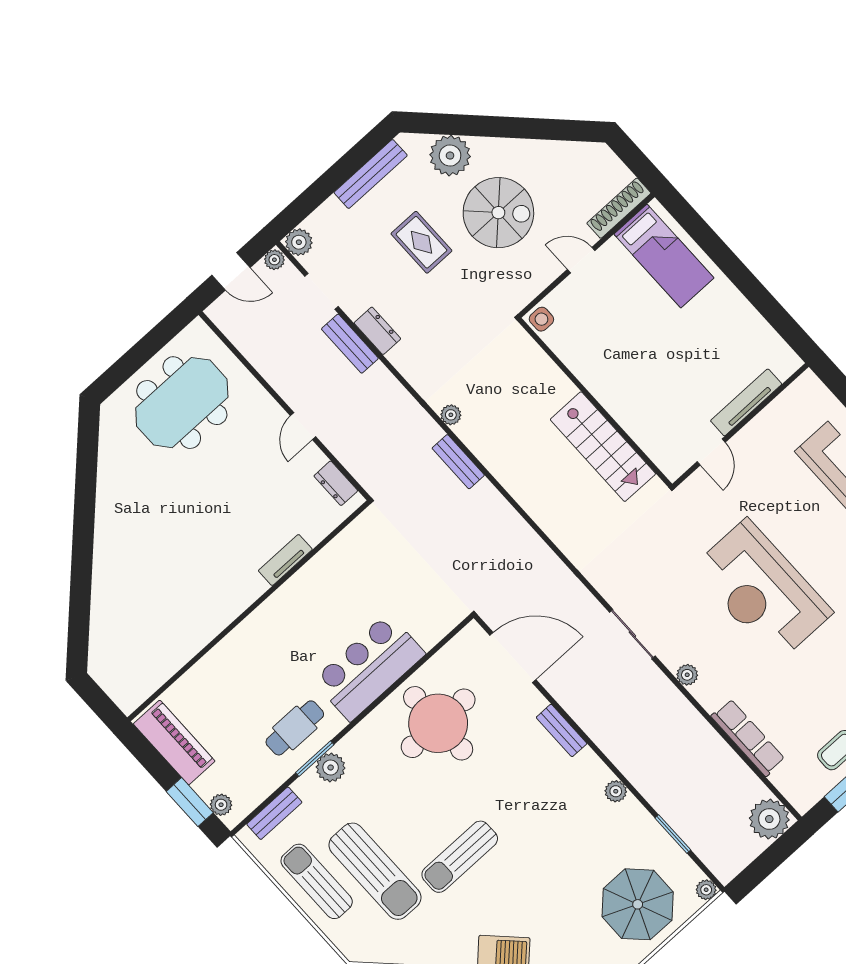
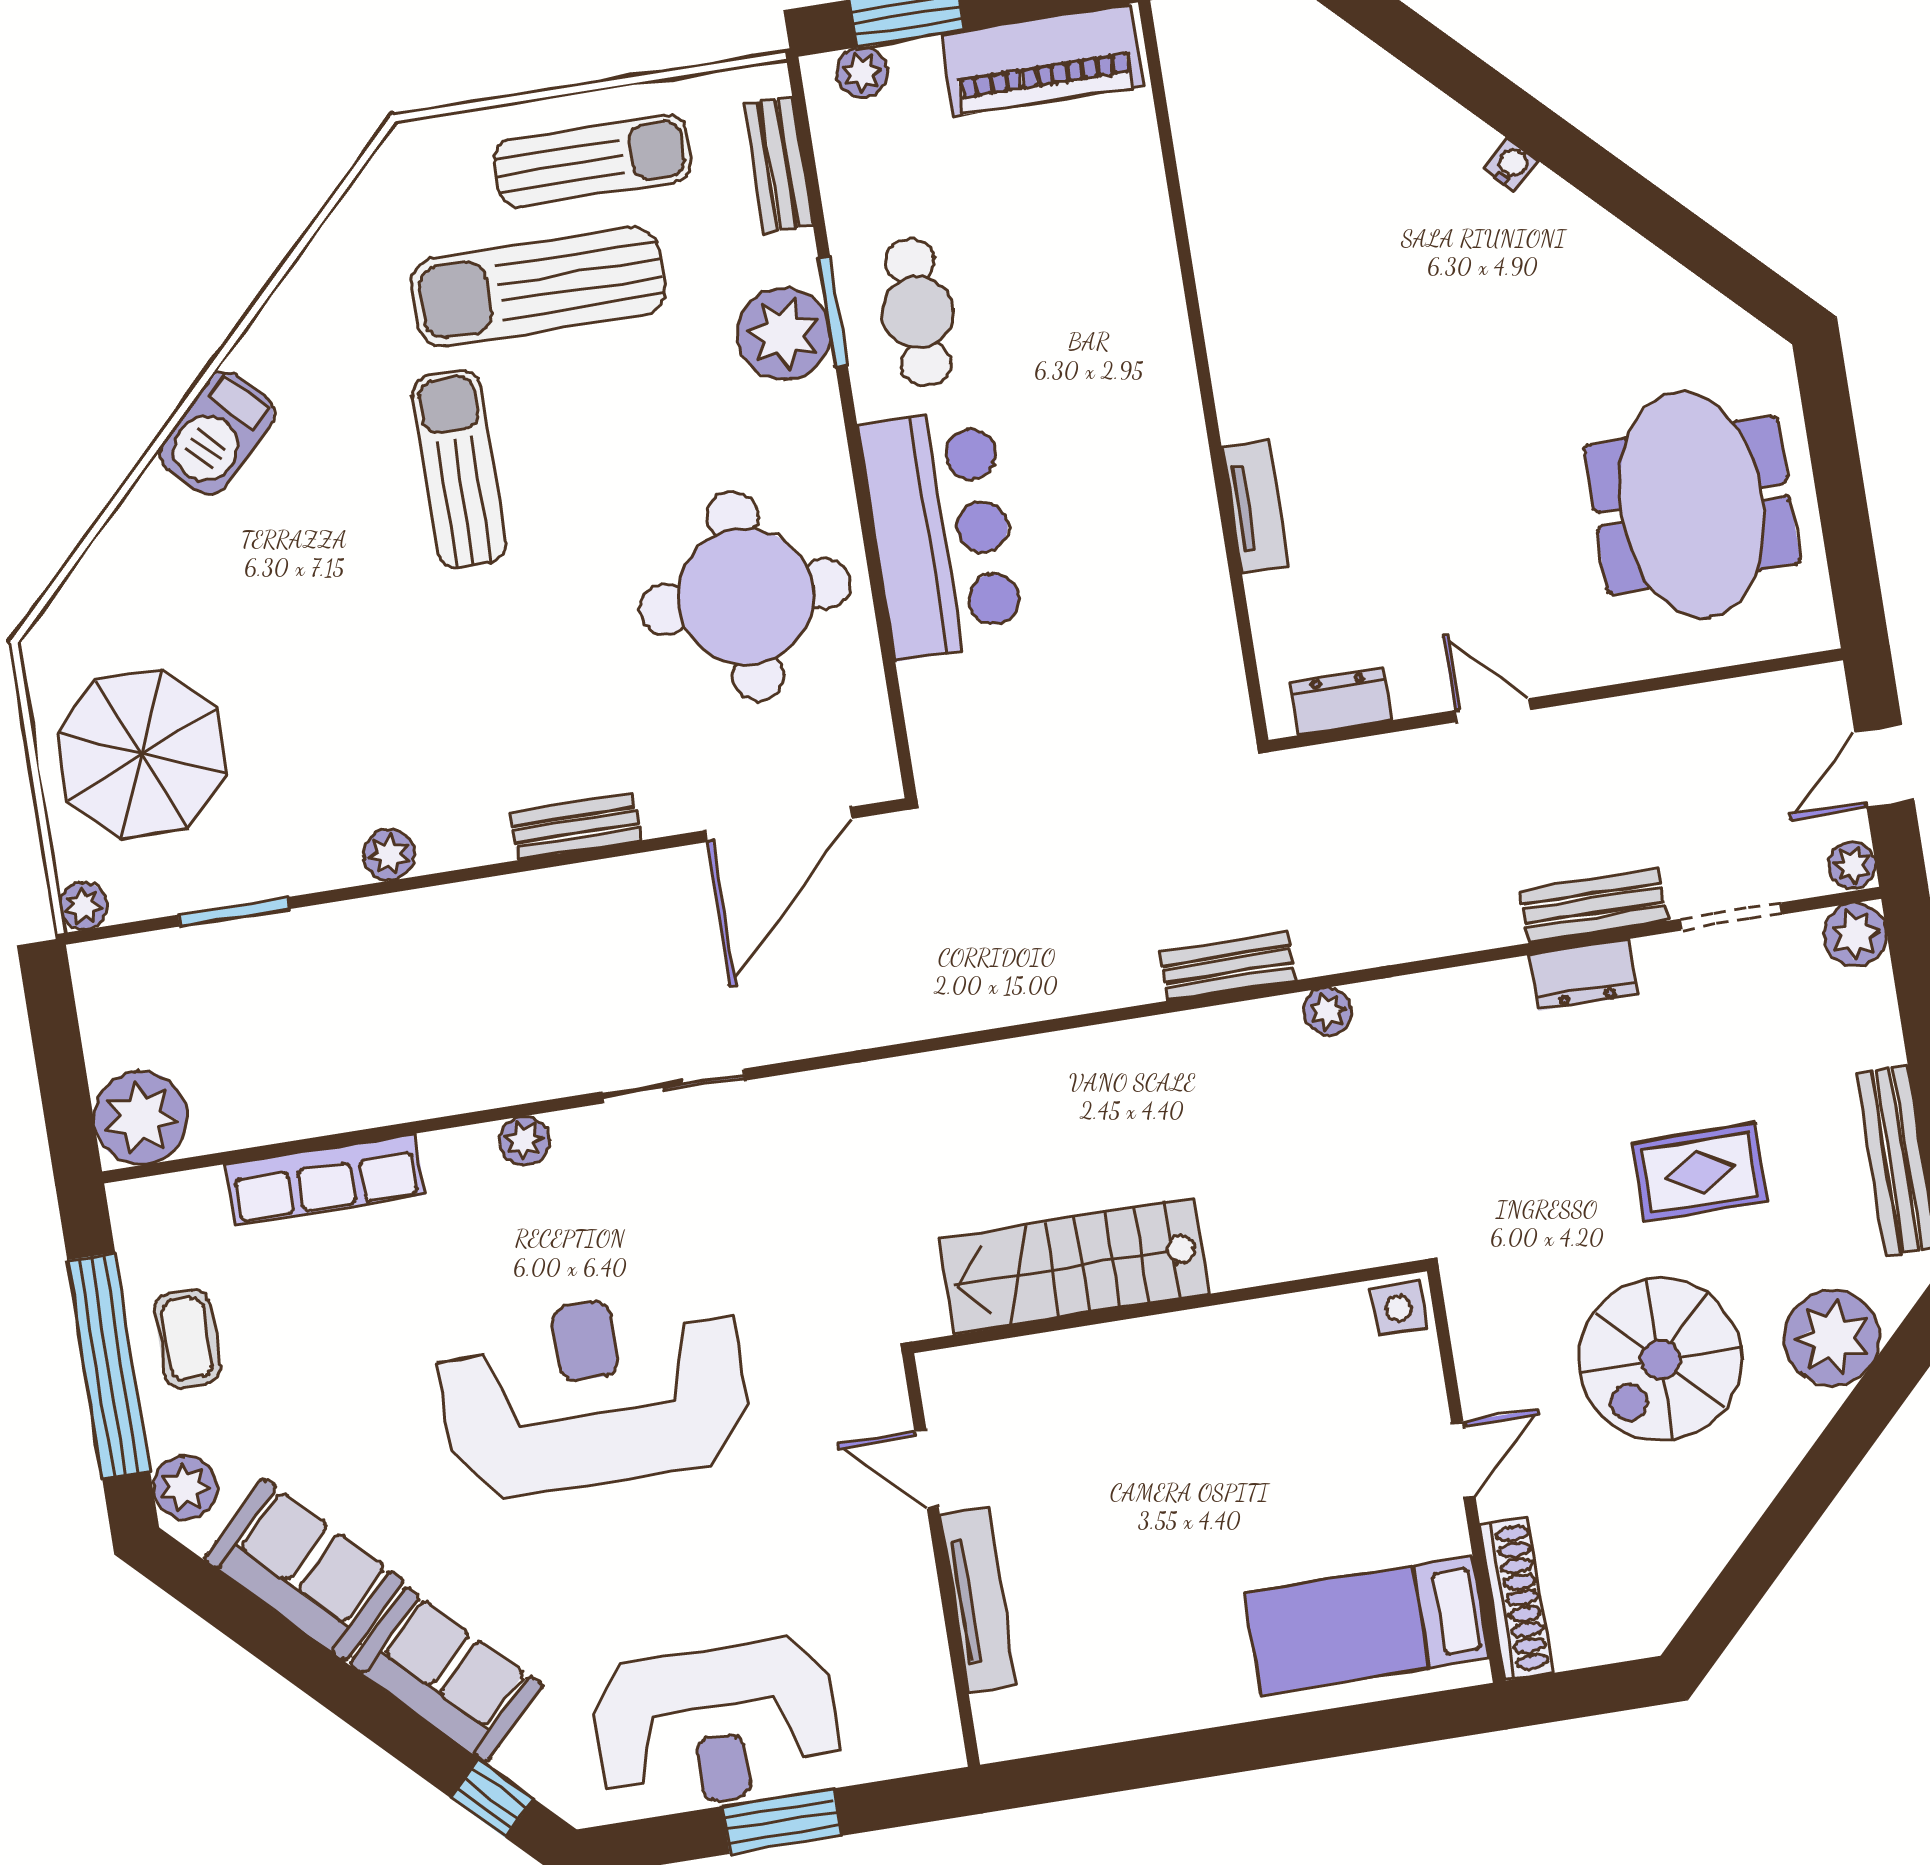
water cooler: (101, 548) -> (1511, 165), added
plant: (331, 768) -> (783, 334), width x1.36, depth x1.36

